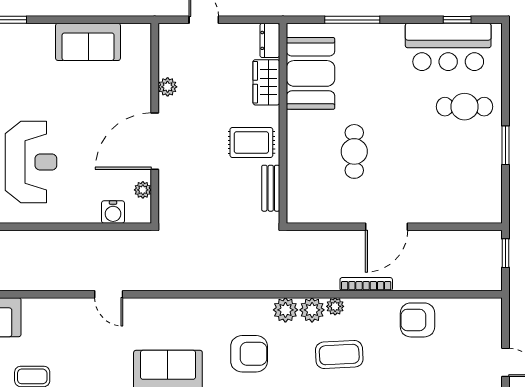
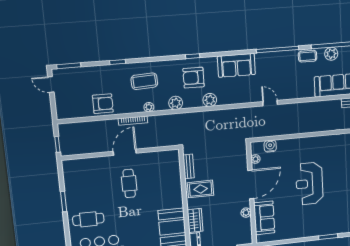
sofa: (88, 42) -> (264, 218), moved, turned 90
cafe table: (354, 151) -> (129, 183), moved
reception desk: (31, 162) -> (309, 184), moved
plant: (312, 310) -> (210, 100), moved

